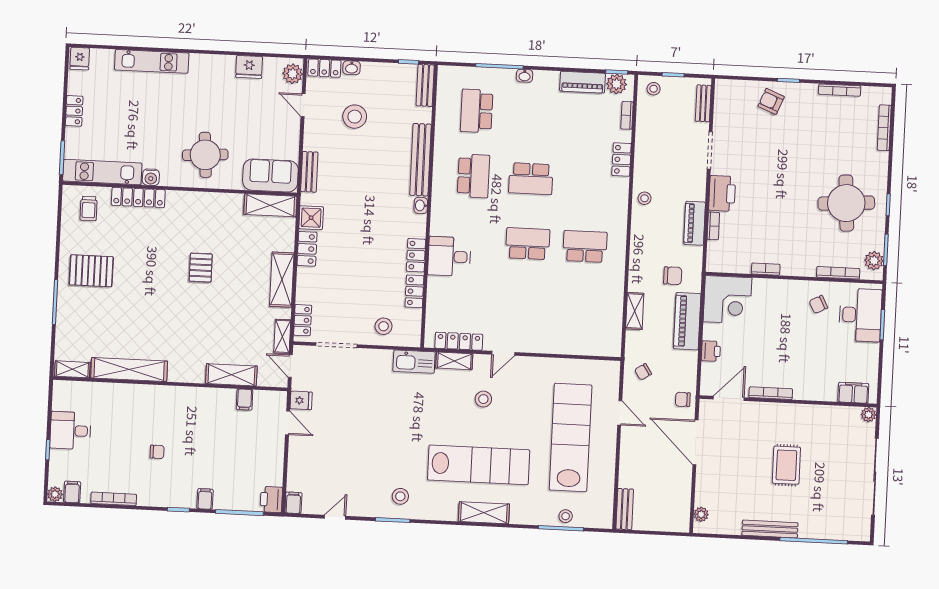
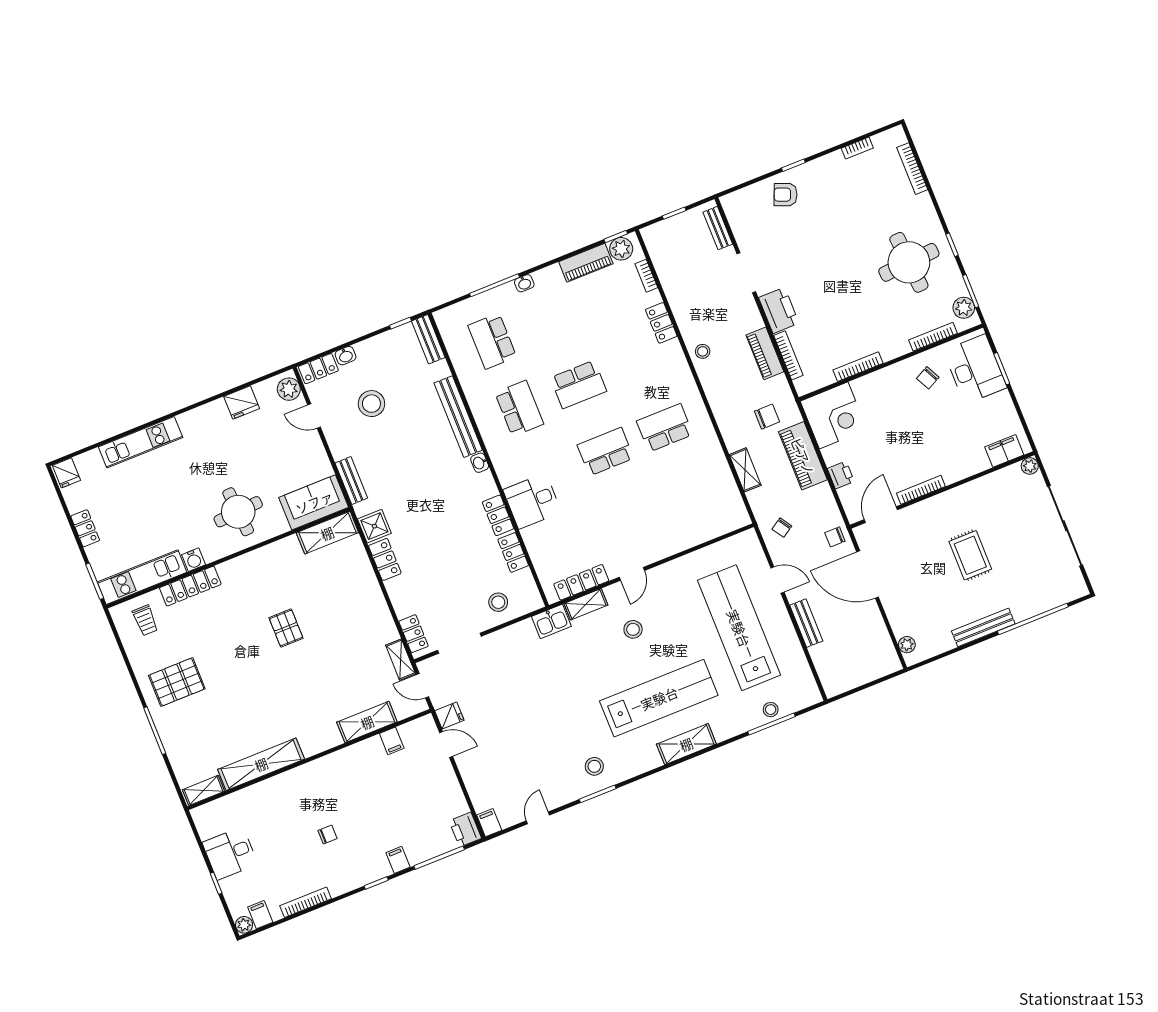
stool: (654, 89) -> (661, 236), removed
bookcase: (840, 90) -> (857, 148), width x0.64
bookcase: (713, 226) -> (788, 355), width x1.56
bookcase: (766, 269) -> (858, 367), width x1.56
shelving: (282, 280) -> (374, 602), removed
kitchen sink: (414, 362) -> (551, 621), width x0.73
bench: (625, 509) -> (806, 623), moved

